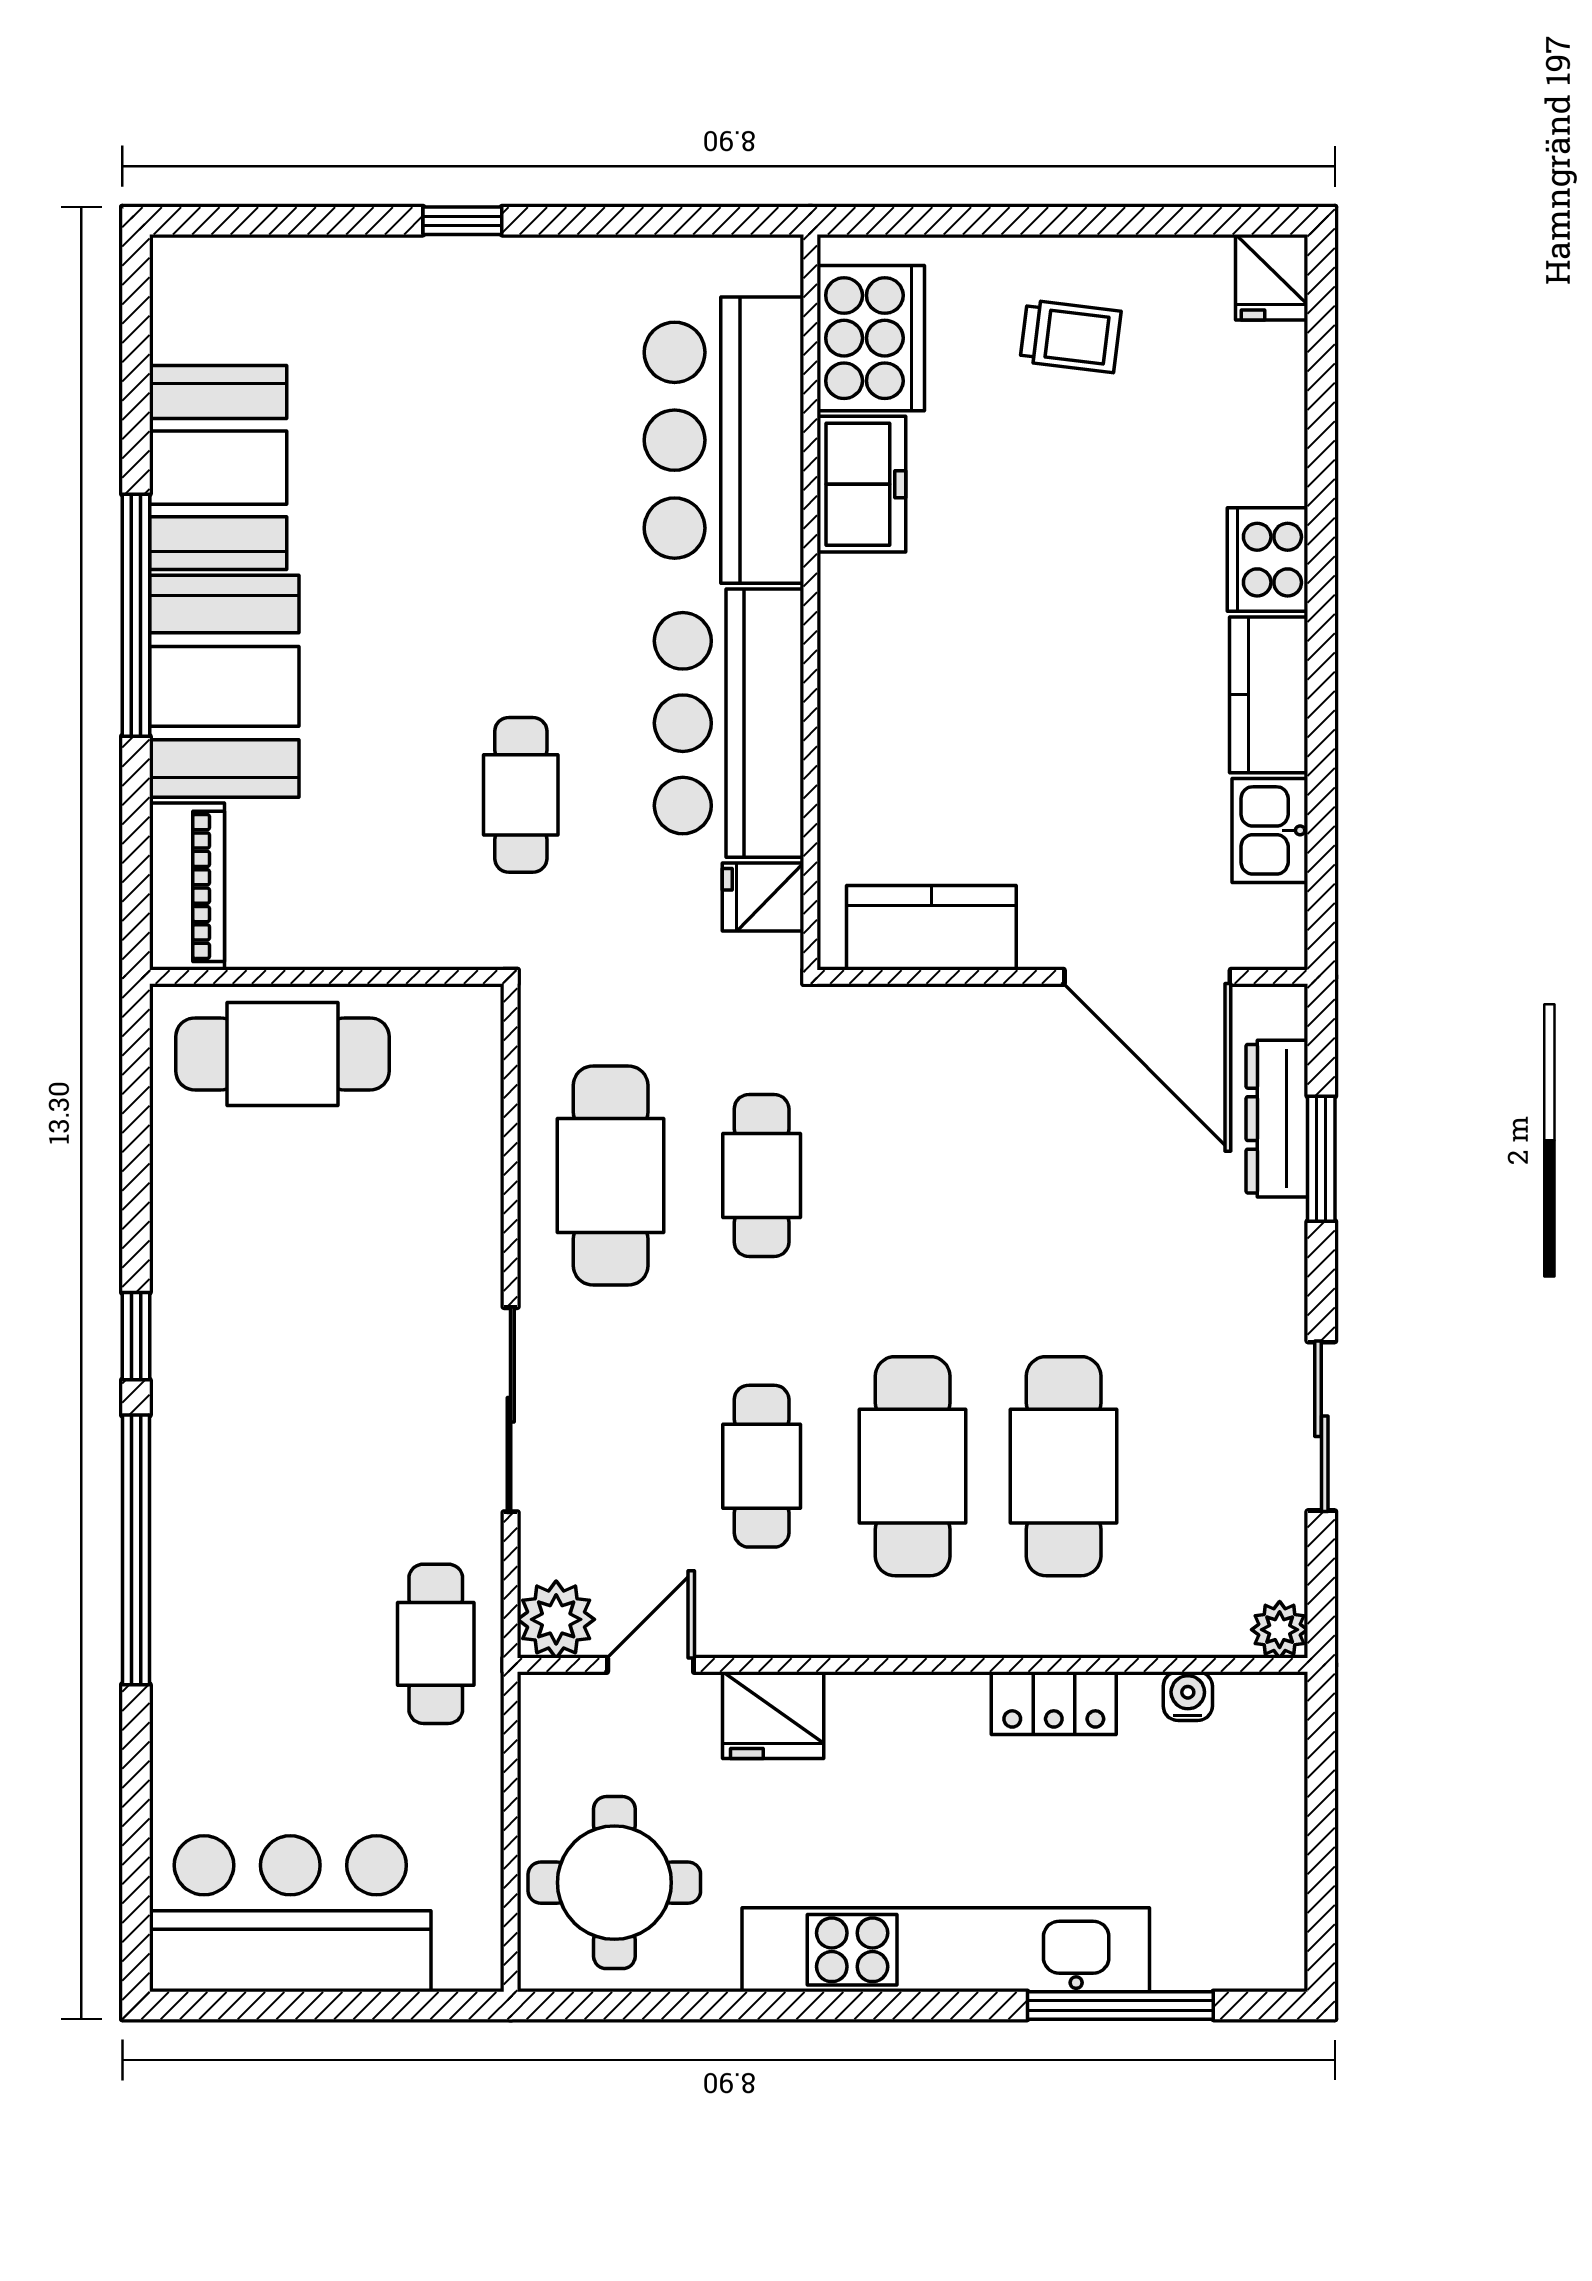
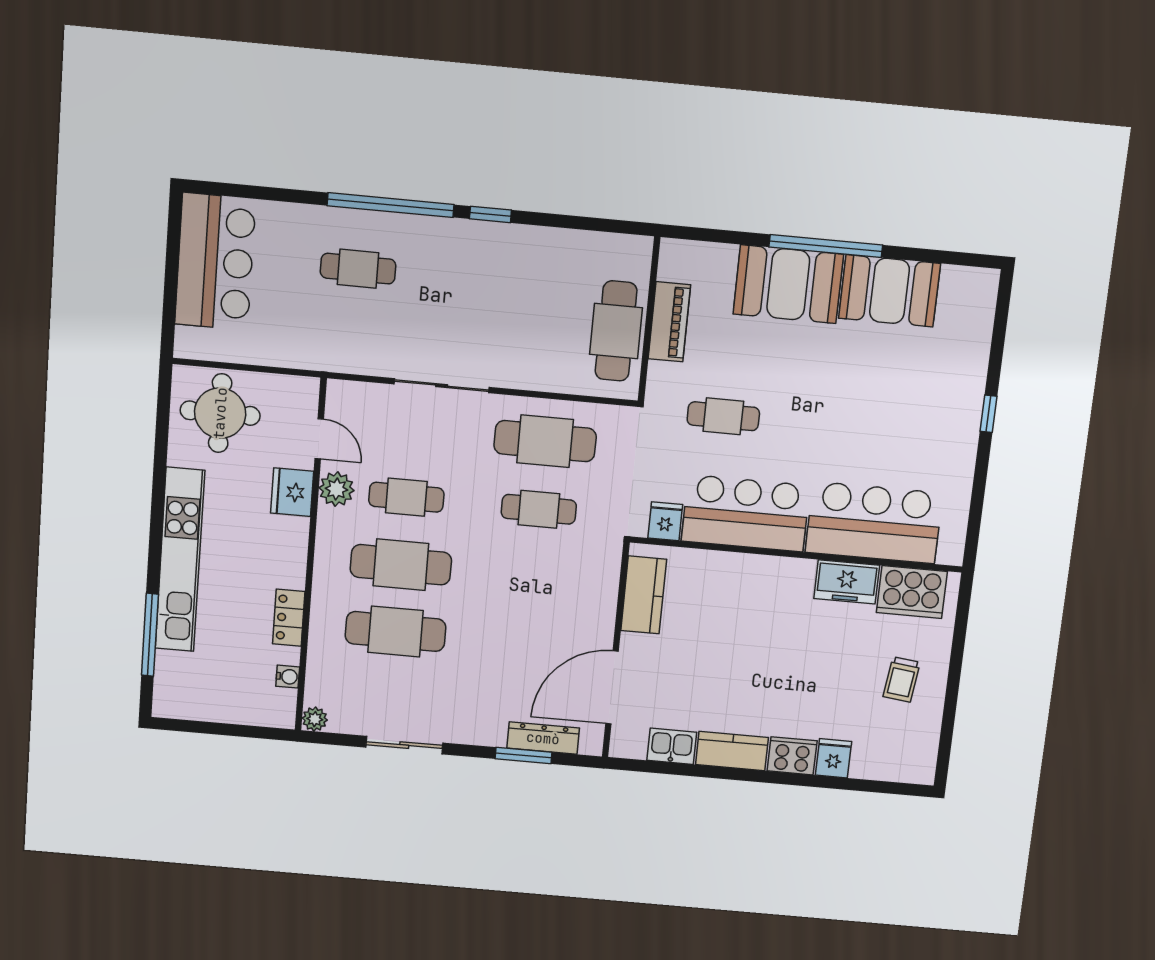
fridge: (1272, 277) -> (833, 758), moved, turned 90
piano: (187, 886) -> (669, 322), moved, turned -90
cafe table: (282, 1054) -> (616, 331), moved
plant: (556, 1619) -> (336, 489), moved
cafe table: (436, 1644) -> (358, 269), moved

